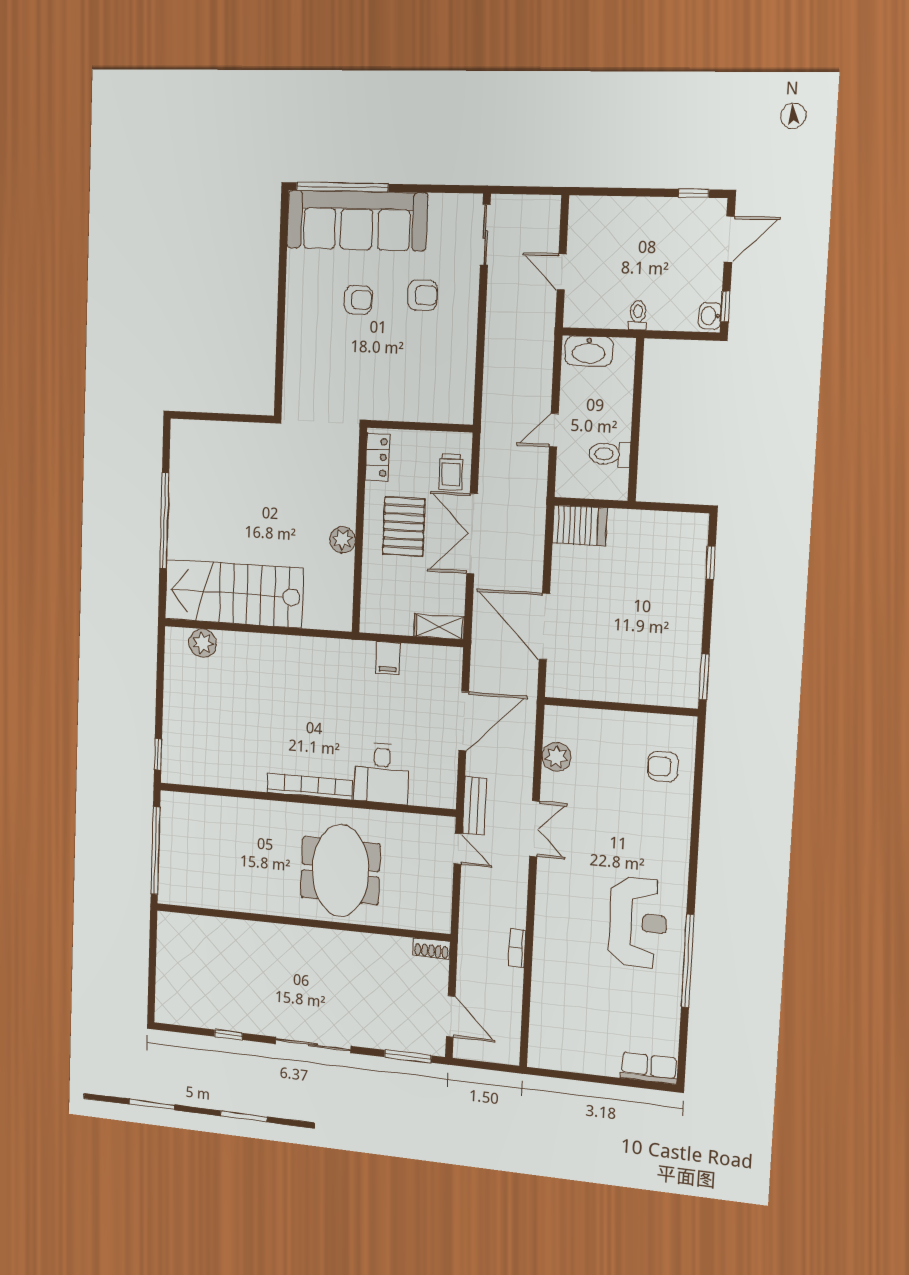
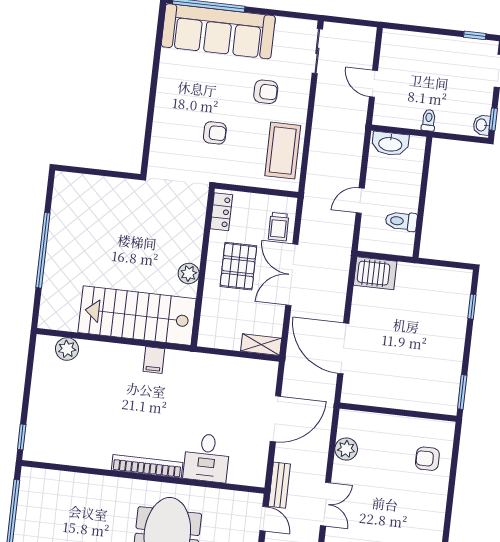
armchair: (358, 300) -> (215, 133), moved
coffee table: (450, 371) -> (283, 151), added
stairs: (234, 594) -> (137, 316), moved
filing cabinet: (388, 658) -> (154, 360), moved

